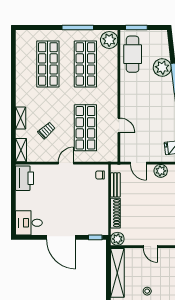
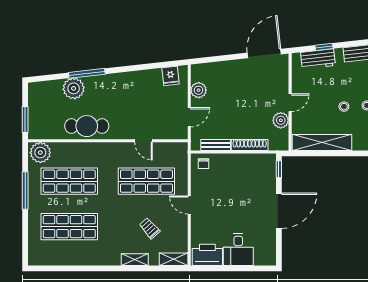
cafe table: (133, 54) -> (87, 126), moved
door: (119, 125) -> (143, 141), swing flipped
desk: (29, 223) -> (238, 250), moved
plant: (117, 239) -> (281, 120), moved

